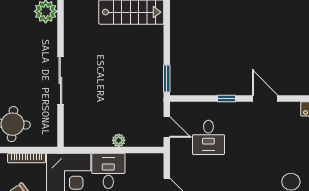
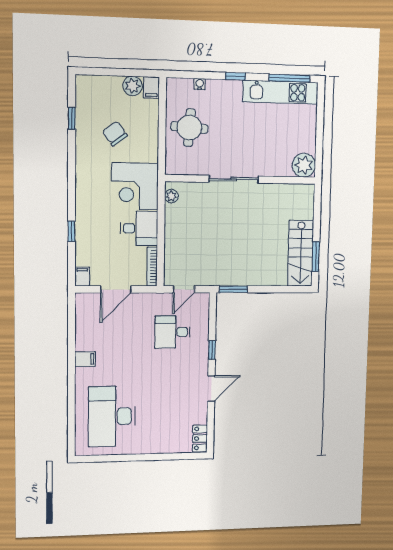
plant: (119, 140) -> (171, 196), moved
bookcase: (27, 158) -> (152, 267), moved

